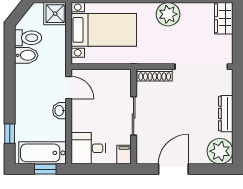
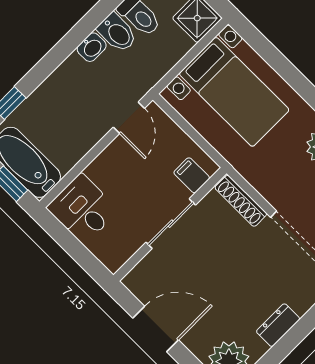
washbasin: (60, 111) -> (92, 47), moved, turned 180
dresser: (226, 114) -> (278, 325), width x0.70
filing cabinet: (124, 155) -> (192, 175), moved, turned -90

